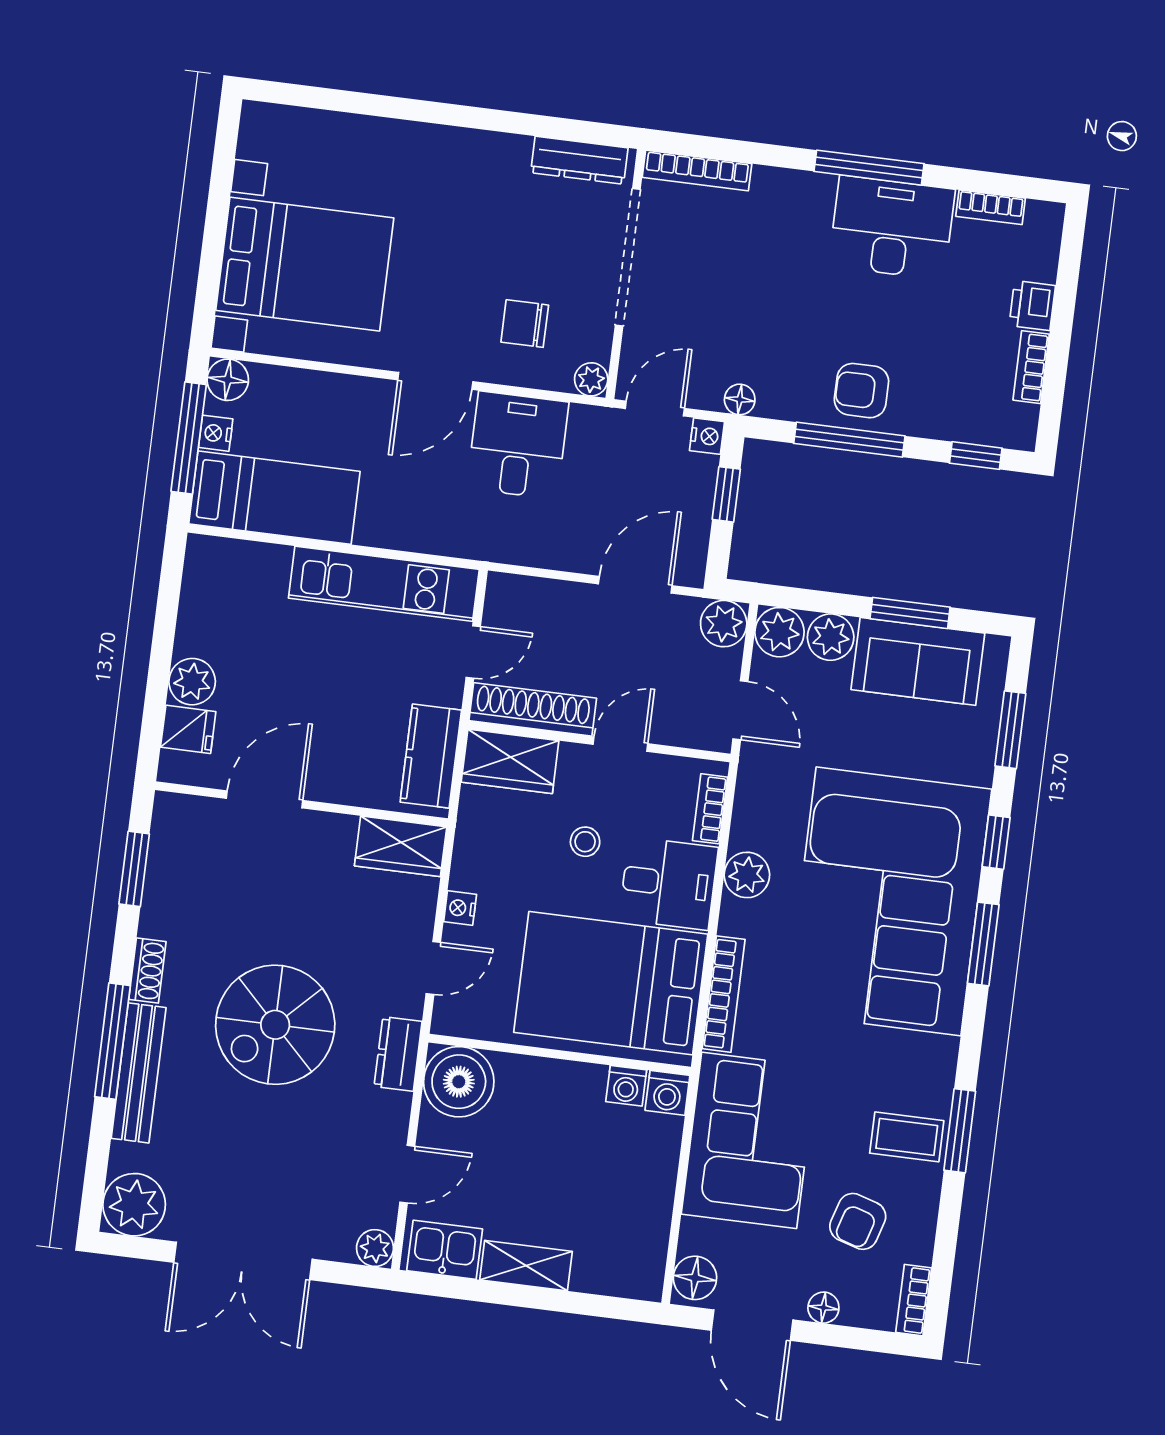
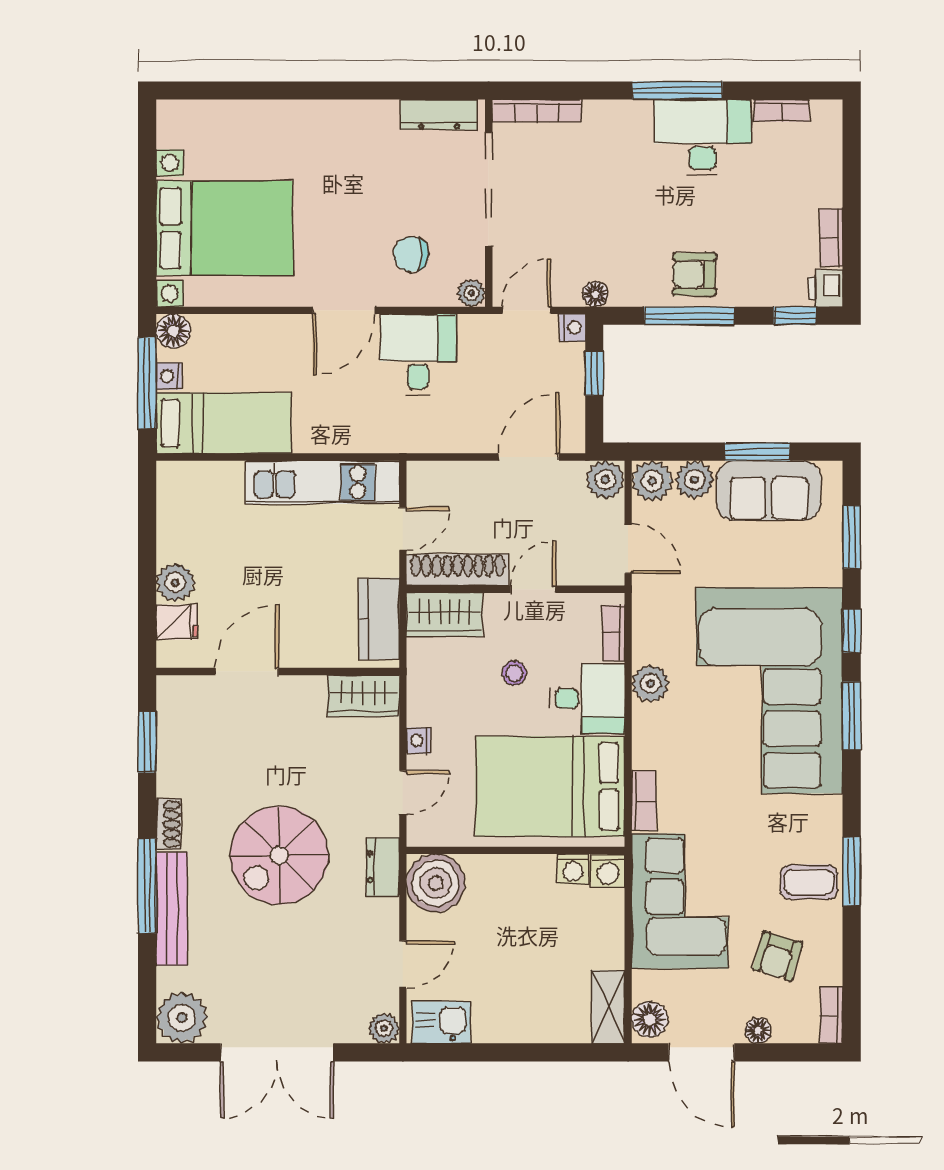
printer: (1032, 306) -> (826, 288), moved
bookcase: (724, 994) -> (644, 801), width x0.64
shelving: (526, 1266) -> (608, 1007), moved, turned 90

